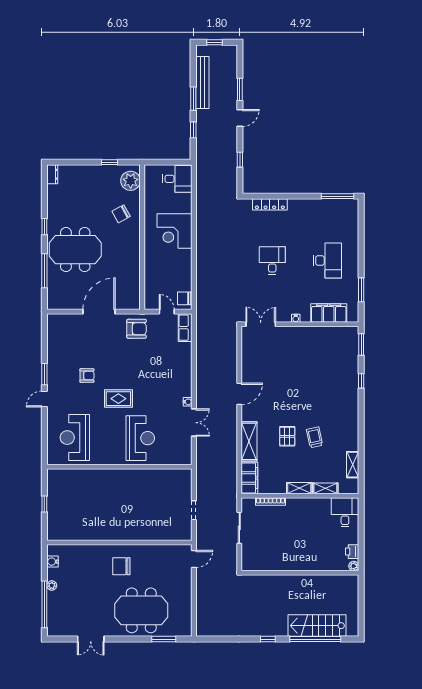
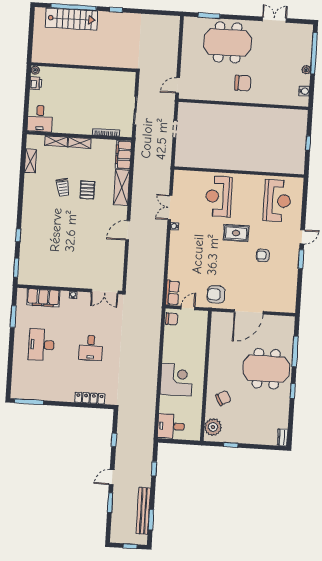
window: (193, 99) -> (151, 520), moved
door: (167, 312) -> (188, 308), swing flipped

